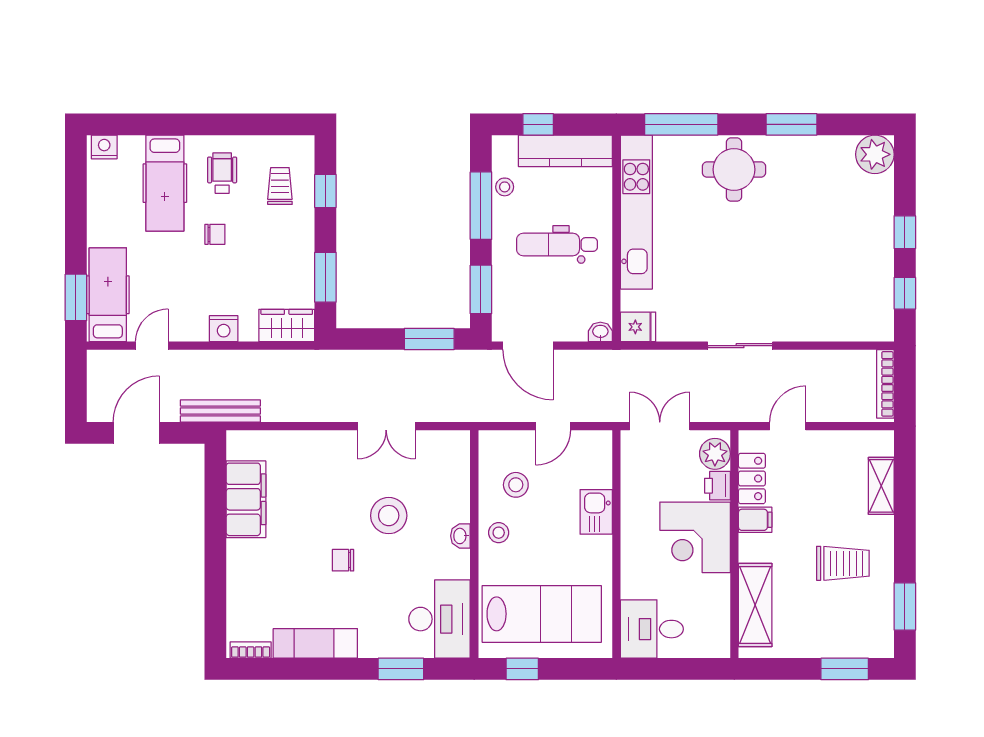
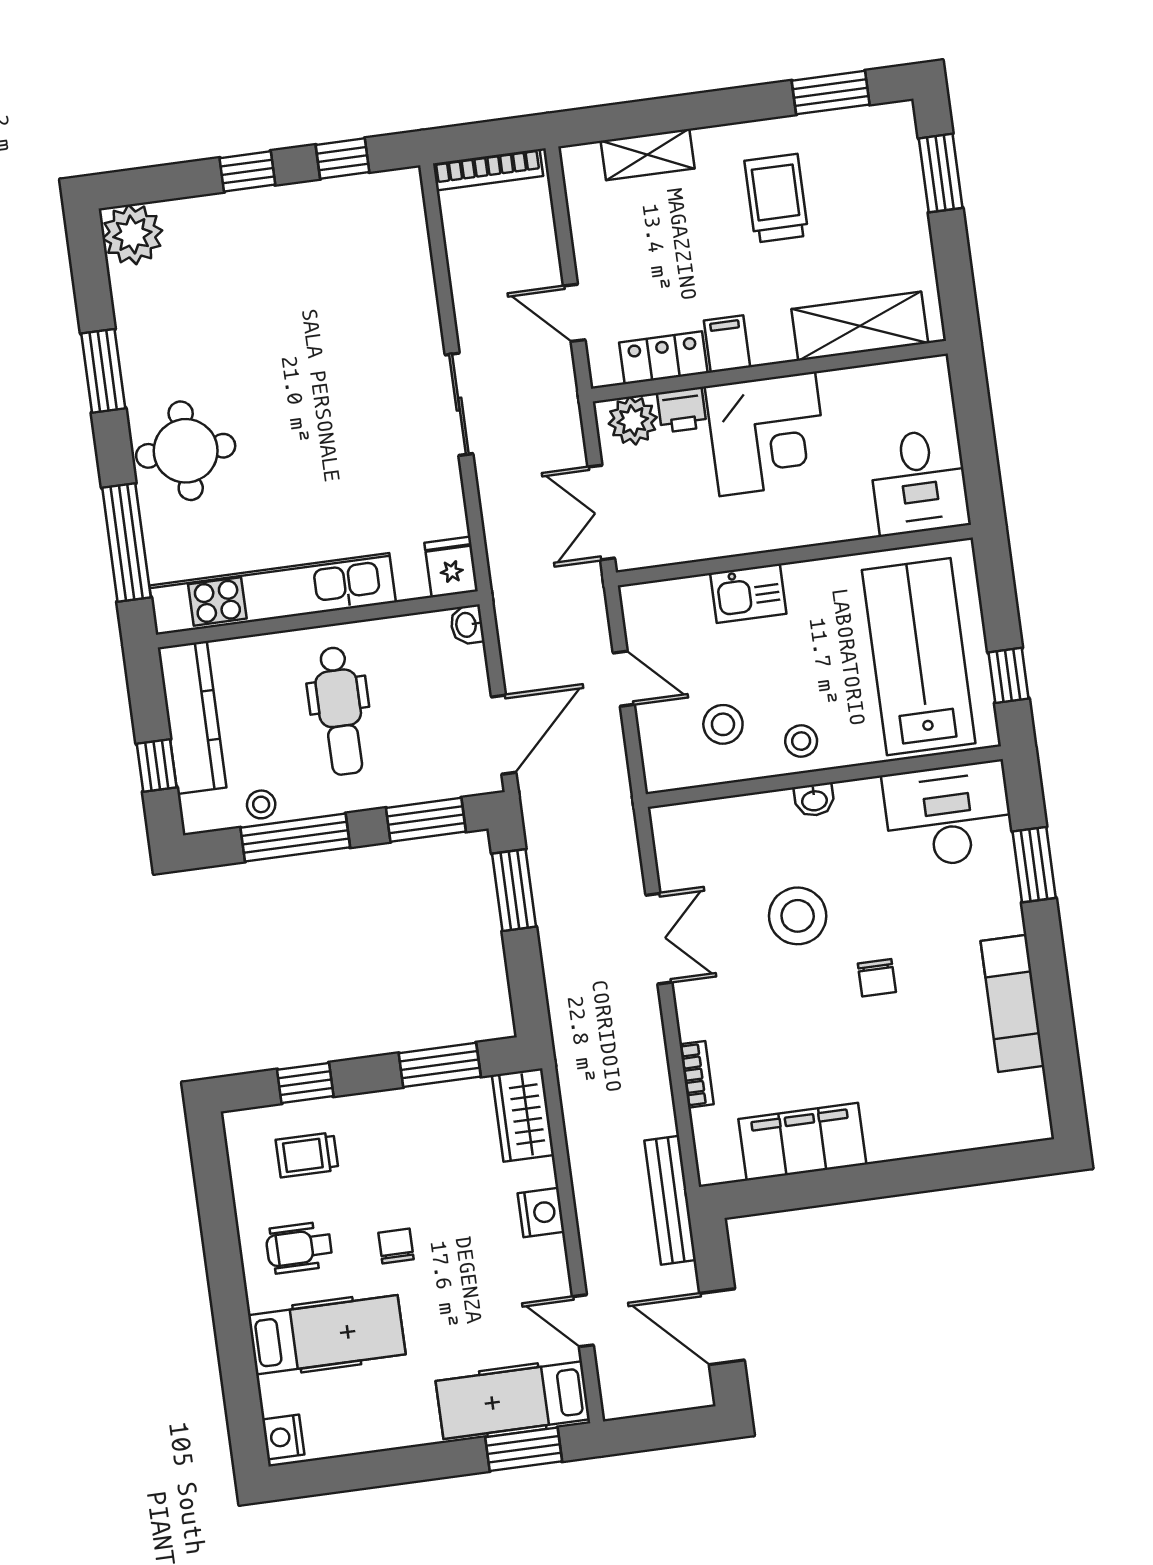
bookcase: (251, 650) -> (697, 1074), moved, turned 180

